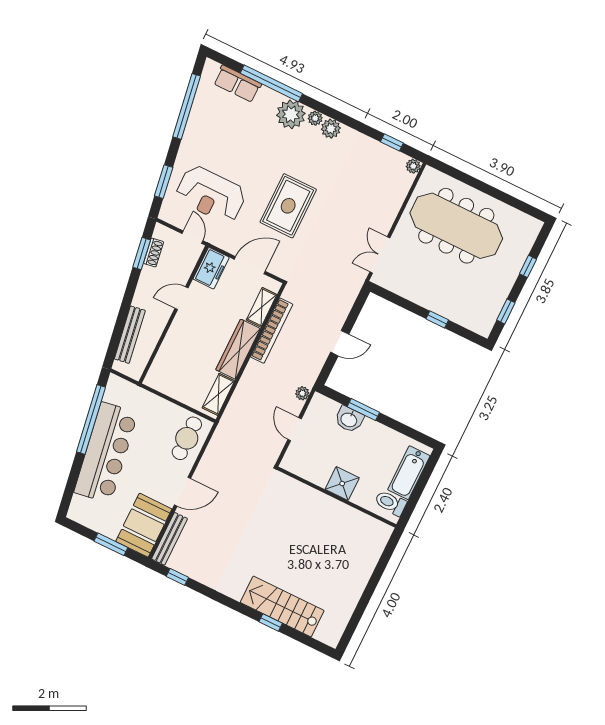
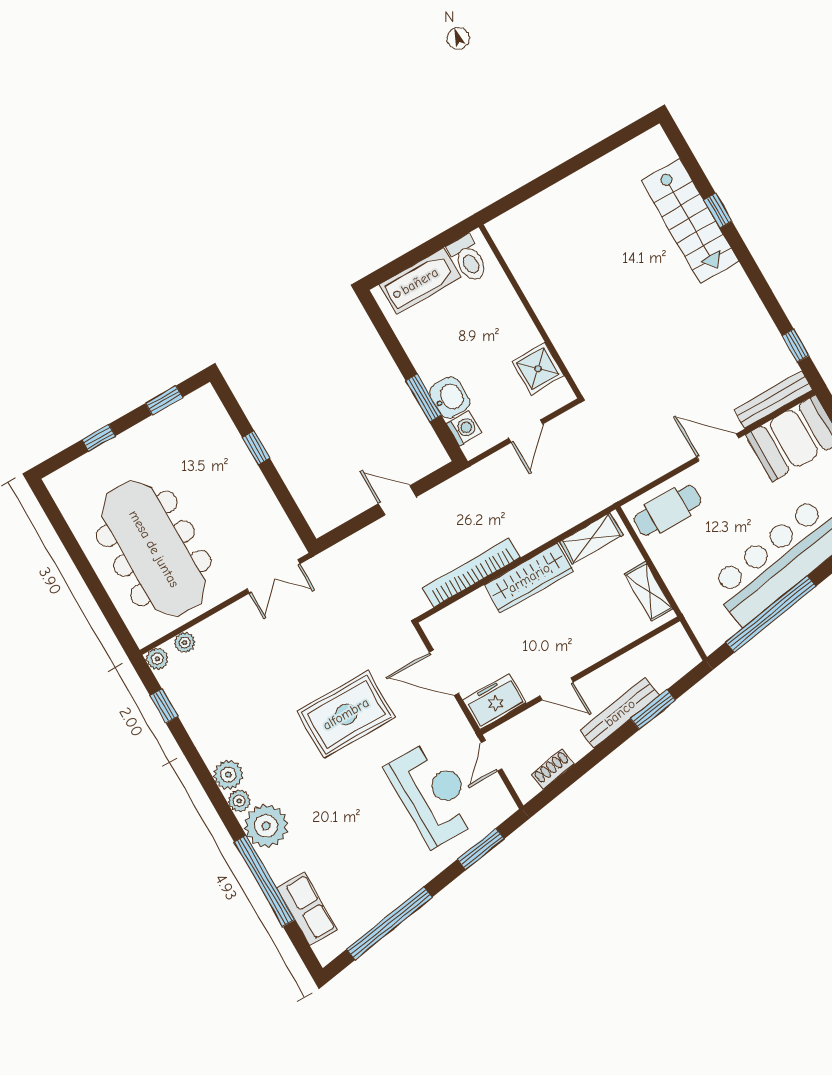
window: (142, 254) -> (653, 710), moved
shelving: (262, 307) -> (649, 591), moved, turned 90
bench: (130, 335) -> (620, 713), moved
plant: (302, 393) -> (185, 642), moved
washing machine: (330, 408) -> (464, 429), added
shower: (342, 484) -> (538, 369), moved

